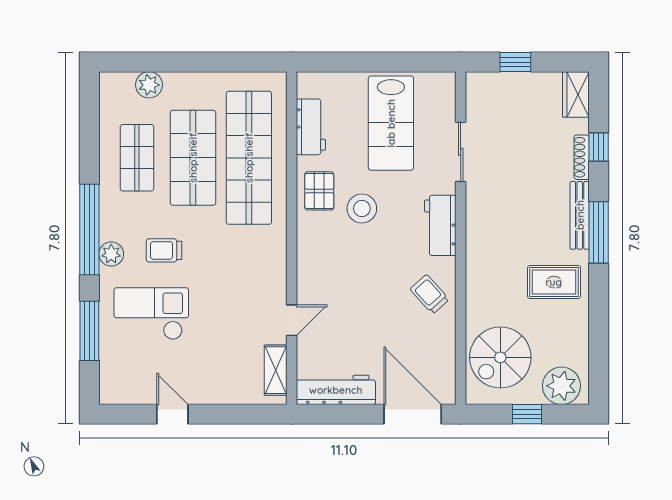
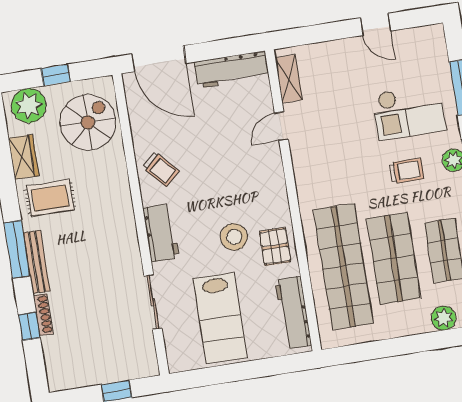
wardrobe: (576, 95) -> (24, 157), moved
lab bench: (391, 123) -> (220, 318), turned 180
workbench: (311, 127) -> (293, 313), width x1.38

